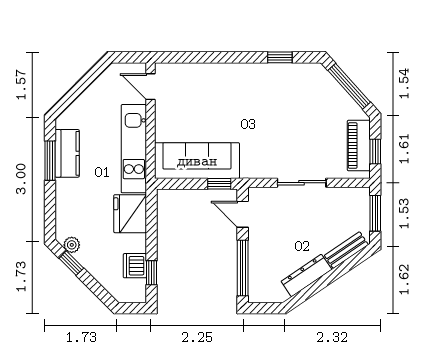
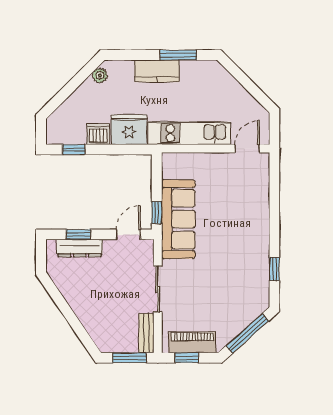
kitchen counter: (67, 153) -> (157, 71), moved
sofa: (197, 161) -> (178, 219), moved
bench: (346, 250) -> (146, 333), moved, turned 34
window: (71, 263) -> (83, 75), removed
dishwasher: (135, 266) -> (98, 134), moved
window: (243, 268) -> (78, 234), width x0.46
dresser: (306, 275) -> (80, 248), moved, turned 124

